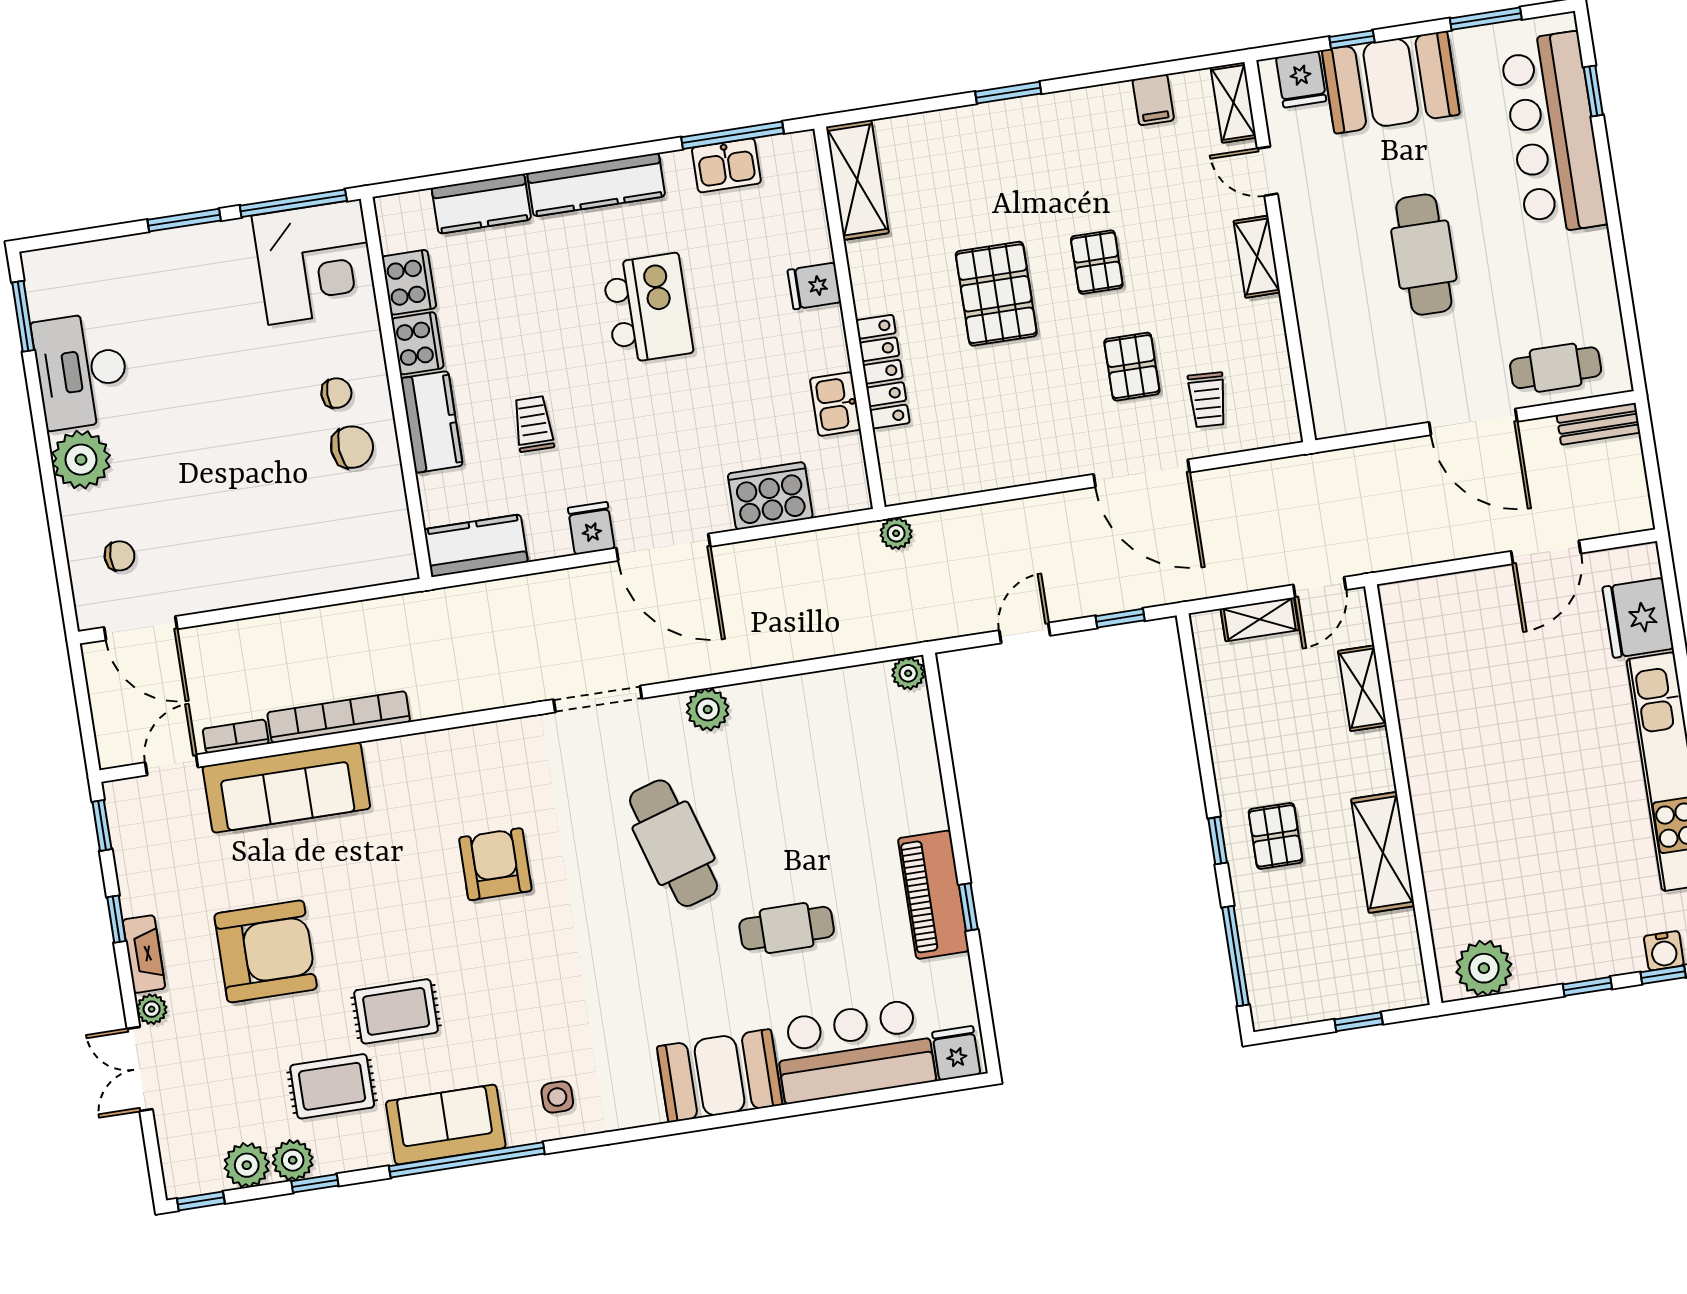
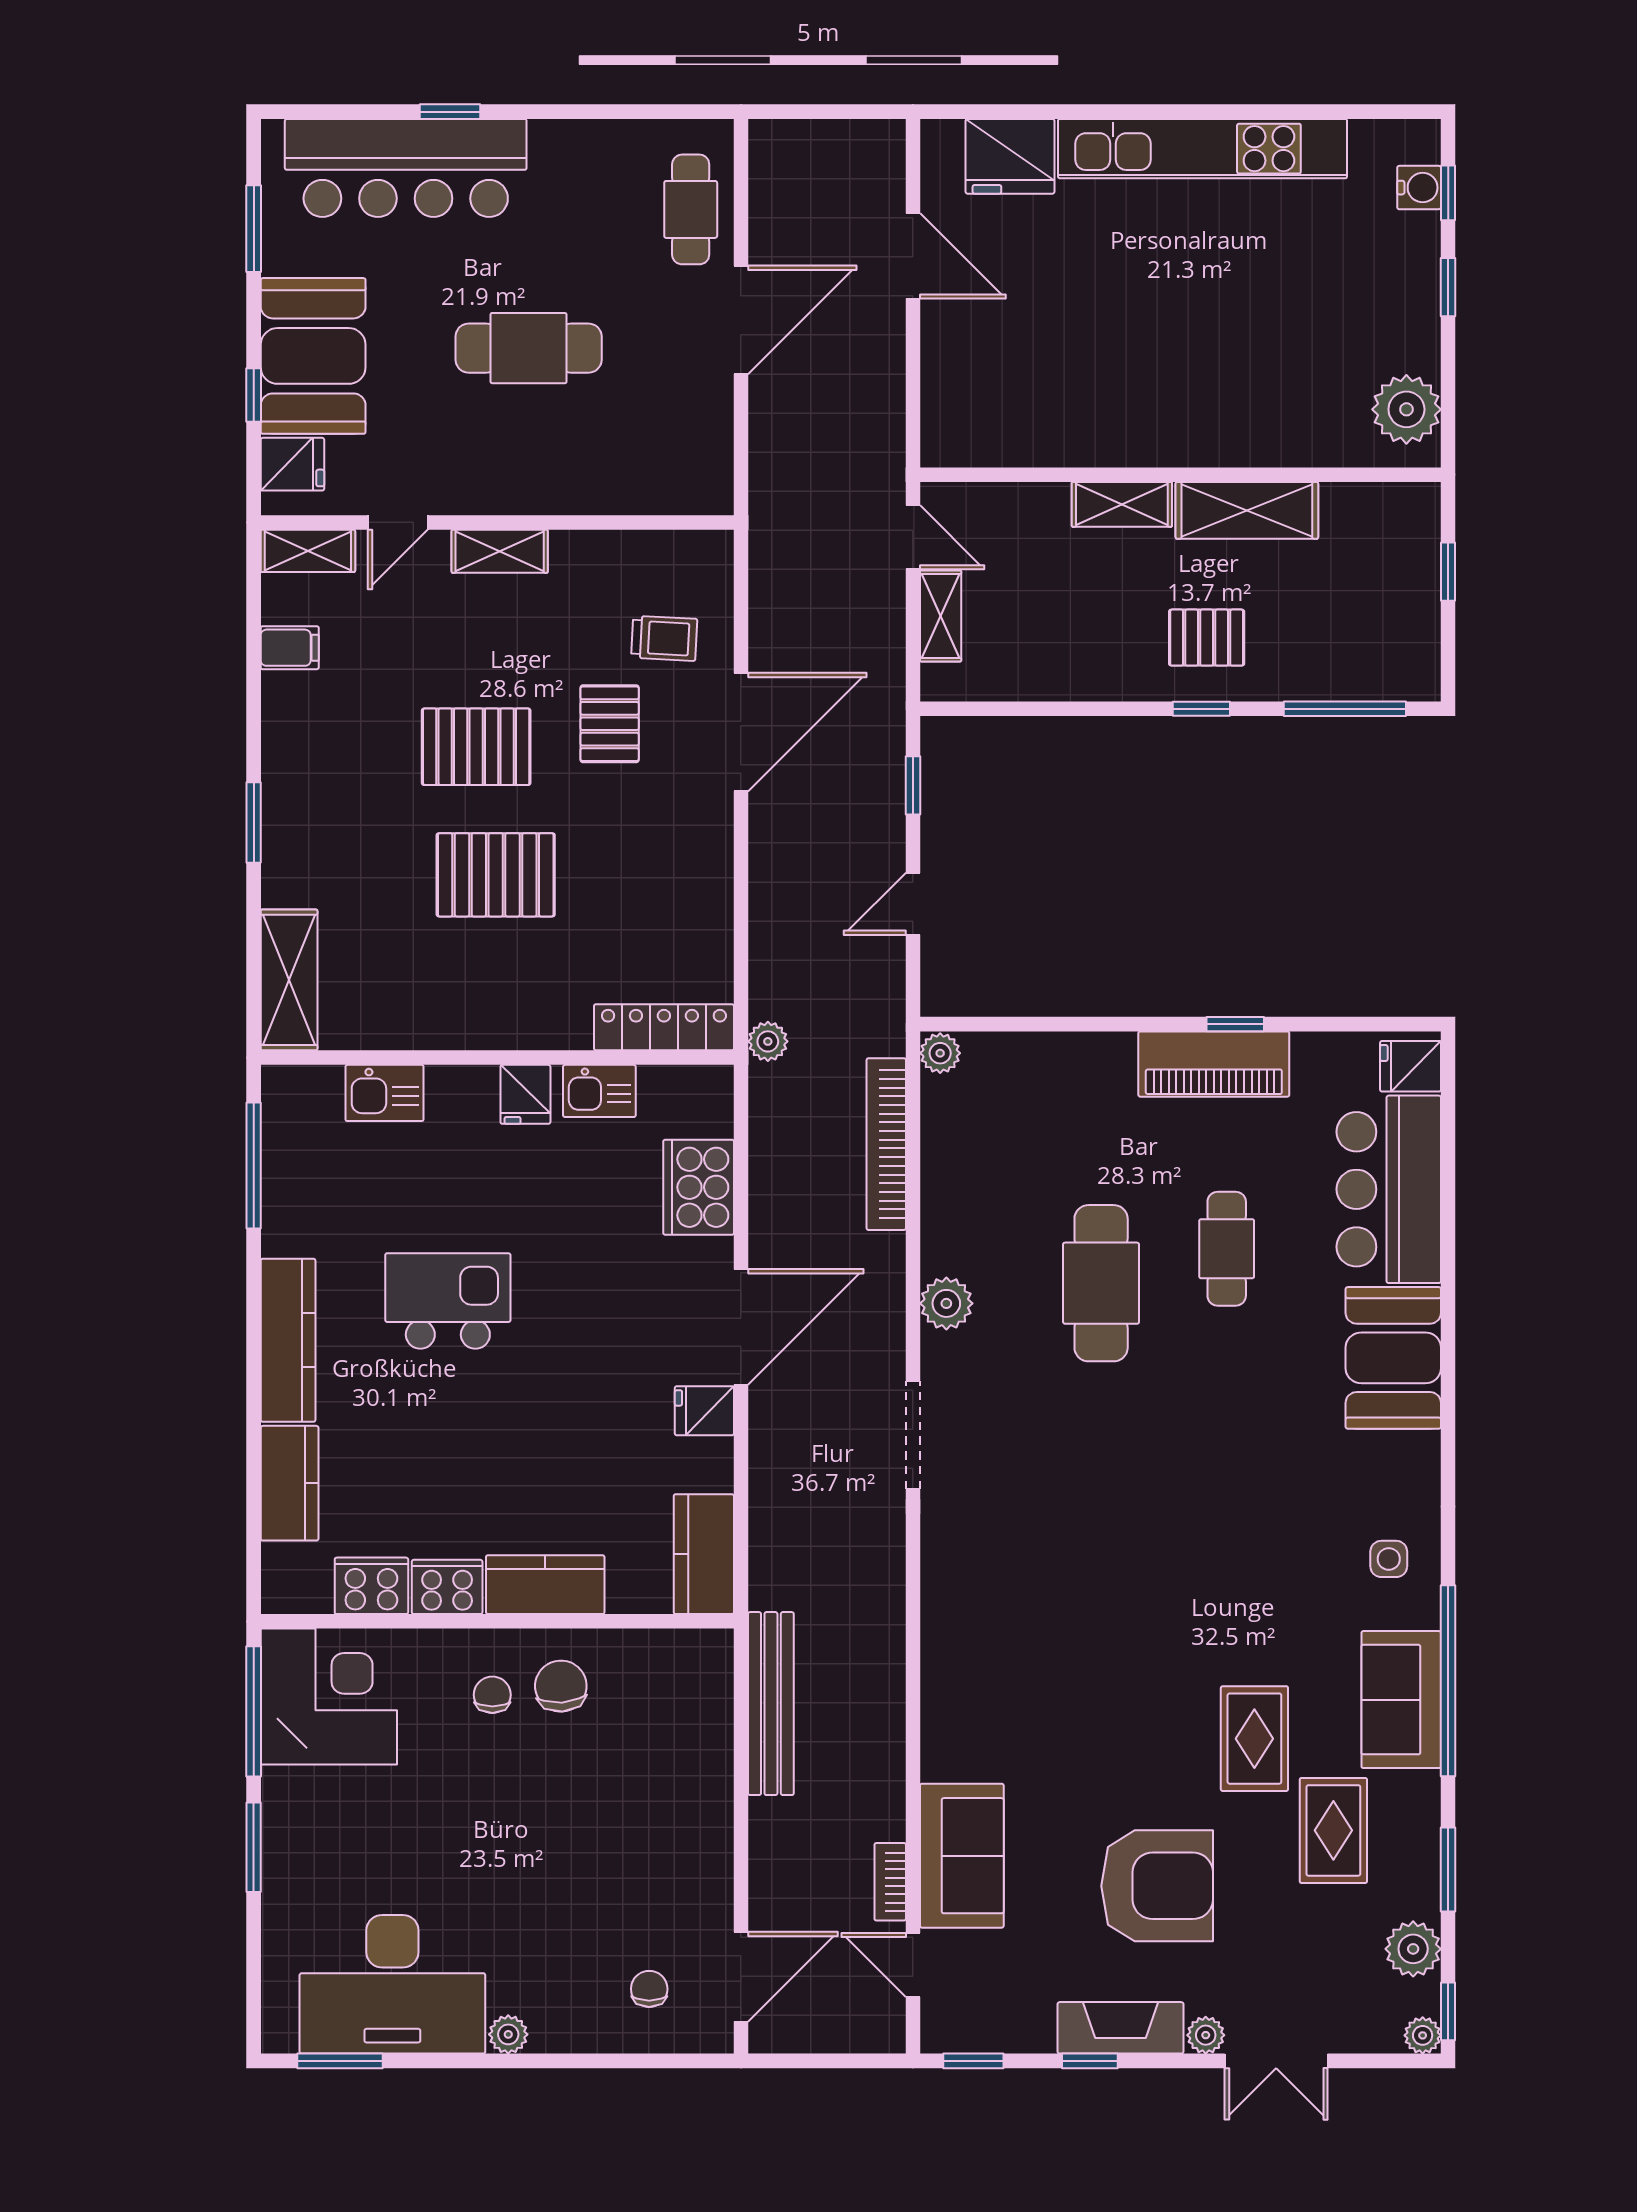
window: (1593, 91) -> (450, 112), moved
kitchen sink: (726, 165) -> (385, 1093), moved, turned 90
shelving: (857, 180) -> (289, 980), moved, turned 90
pallet: (1097, 262) -> (476, 747), width x1.50, depth x1.42
fridge: (814, 286) -> (525, 1094), moved
pallet: (1132, 367) -> (610, 724), turned 90
desk: (81, 371) -> (392, 1984), width x1.36, depth x1.30
locker: (883, 372) -> (664, 1027), moved
trolley: (533, 424) -> (567, 1461), removed
bench: (1598, 424) -> (771, 1704), moved, width x1.86, depth x1.21
plant: (81, 460) -> (508, 2034), width x0.53, depth x0.53
door: (1025, 633) -> (913, 904), hinge flipped
shelving: (1362, 688) -> (1122, 504), moved
bookcase: (339, 717) -> (886, 1144), moved
sofa: (286, 787) -> (962, 1856), width x0.73
cafe table: (674, 843) -> (1101, 1283), moved, turned -73
armchair: (495, 864) -> (1094, 1590), removed
armchair: (266, 951) -> (1157, 1886), turned 90
fireplace: (144, 954) -> (1120, 2028), width x1.37, depth x1.32
plant: (293, 1160) -> (1423, 2035), moved, width x0.73, depth x0.73
window: (315, 1183) -> (1448, 1869), width x1.50

